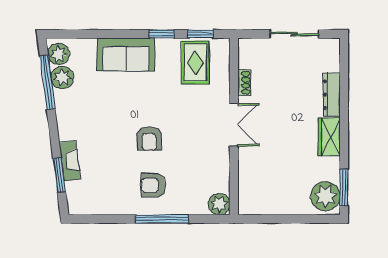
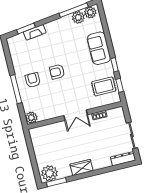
dresser: (332, 95) -> (123, 159), moved

